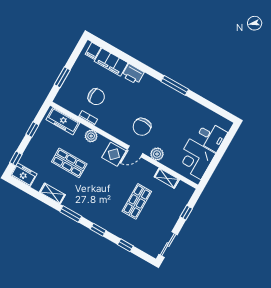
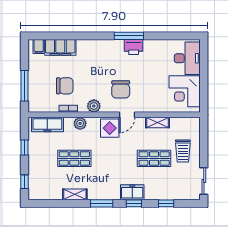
printer: (133, 74) -> (134, 47), moved
window: (62, 77) -> (25, 86), width x1.44
desk: (211, 136) -> (187, 58), width x1.37
plant: (157, 154) -> (94, 106), moved
freezer: (24, 175) -> (132, 192), moved
shelving: (167, 178) -> (157, 123), moved
shop shelf: (137, 201) -> (154, 158), turned 90
trolley: (165, 209) -> (183, 151), added
window: (186, 213) -> (204, 143), removed

